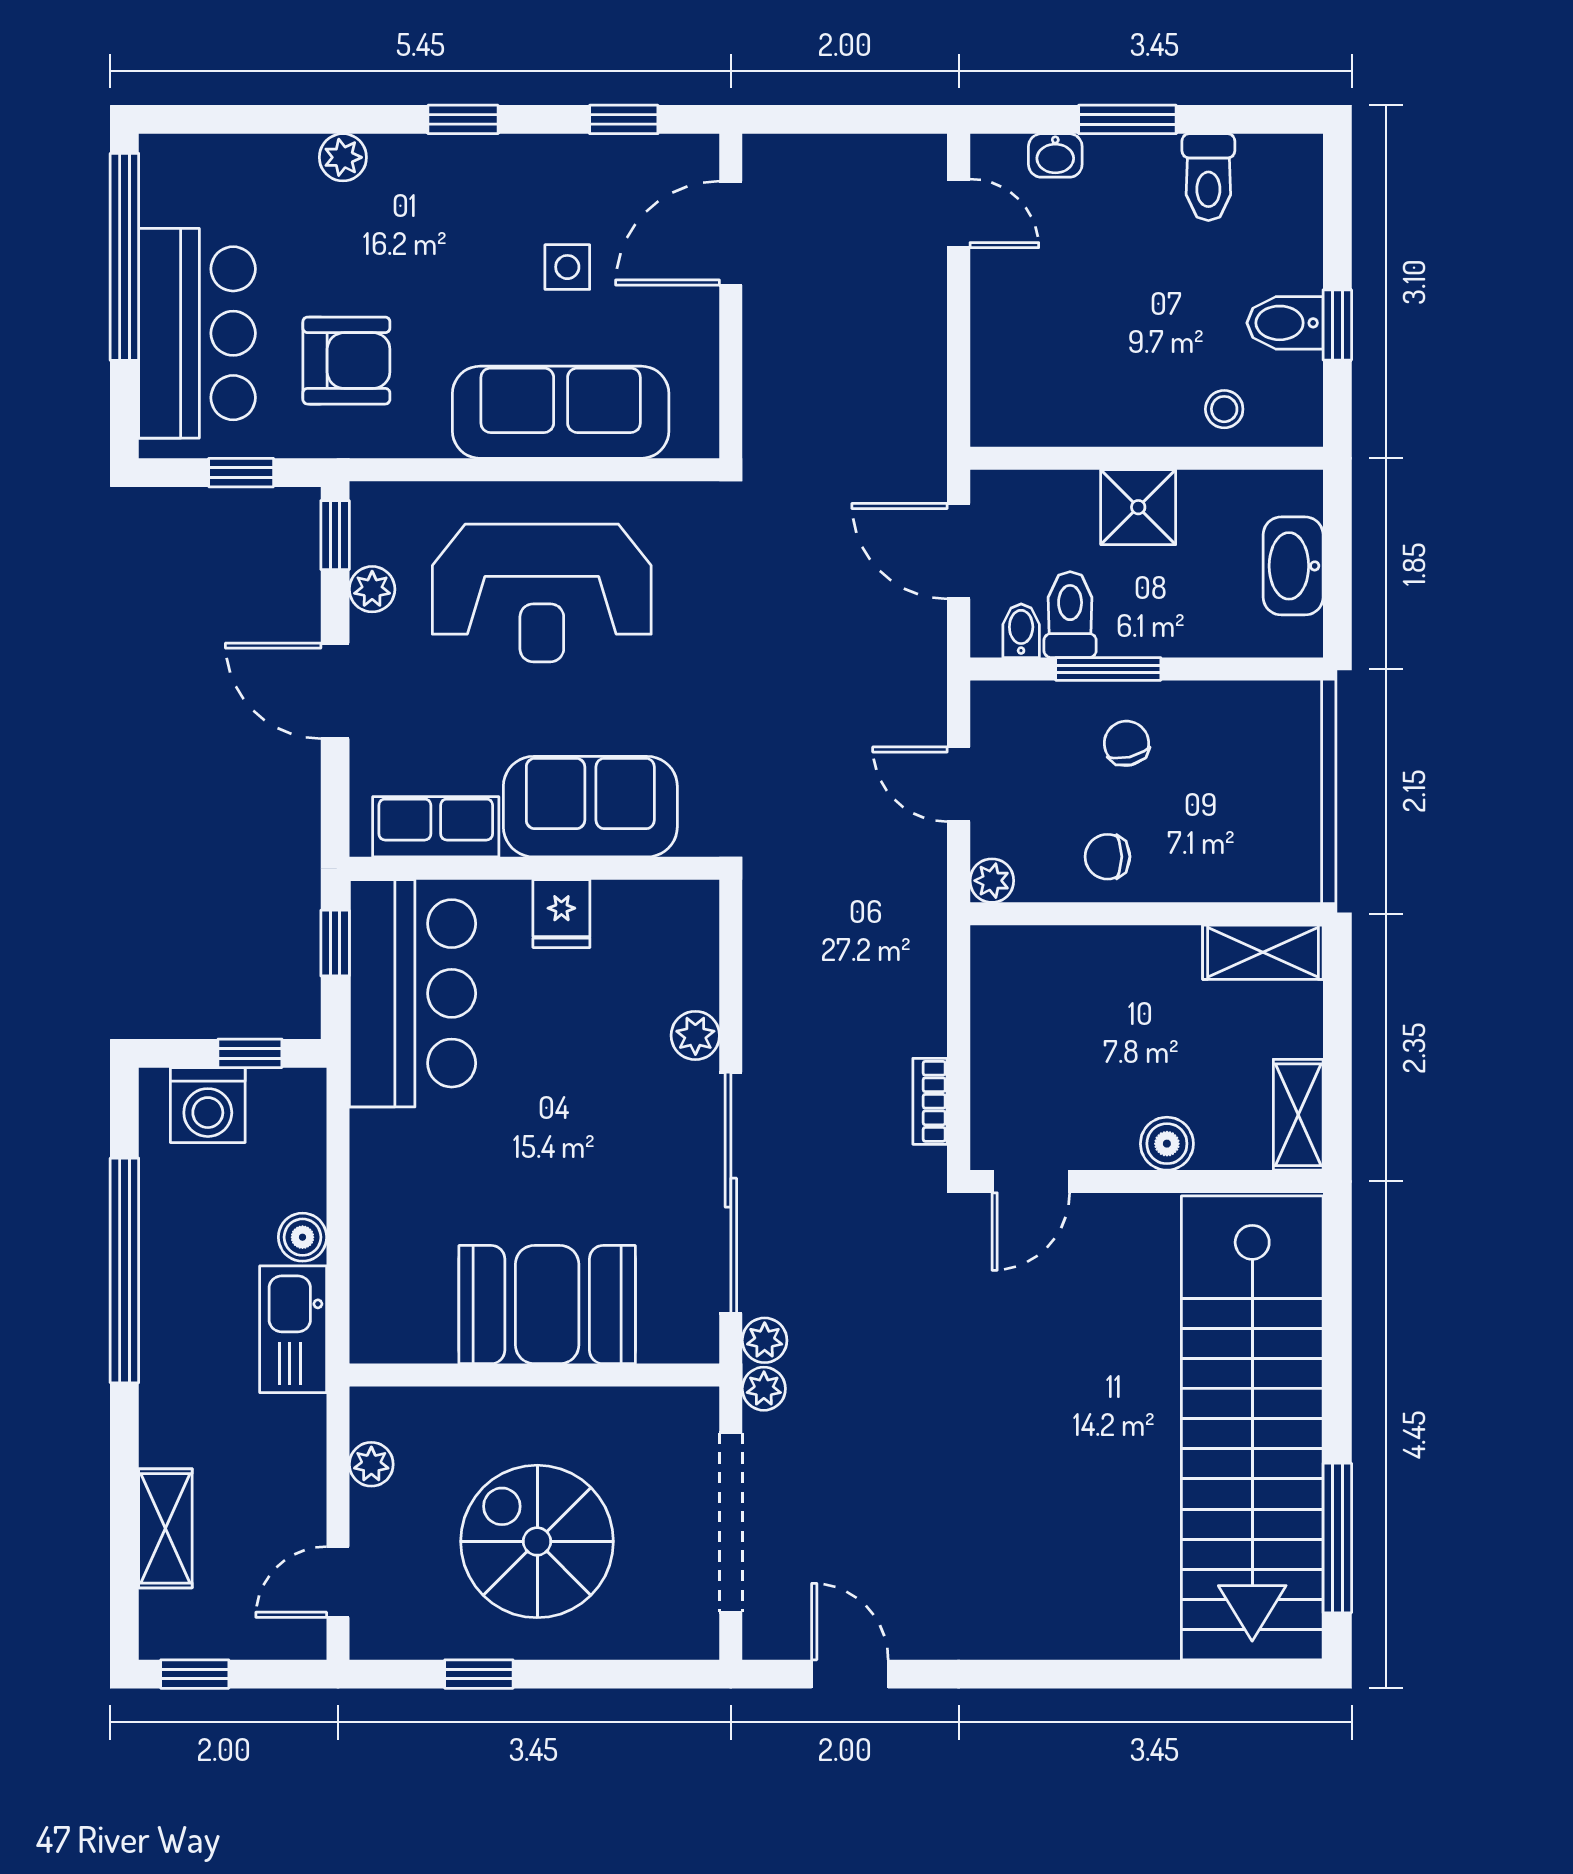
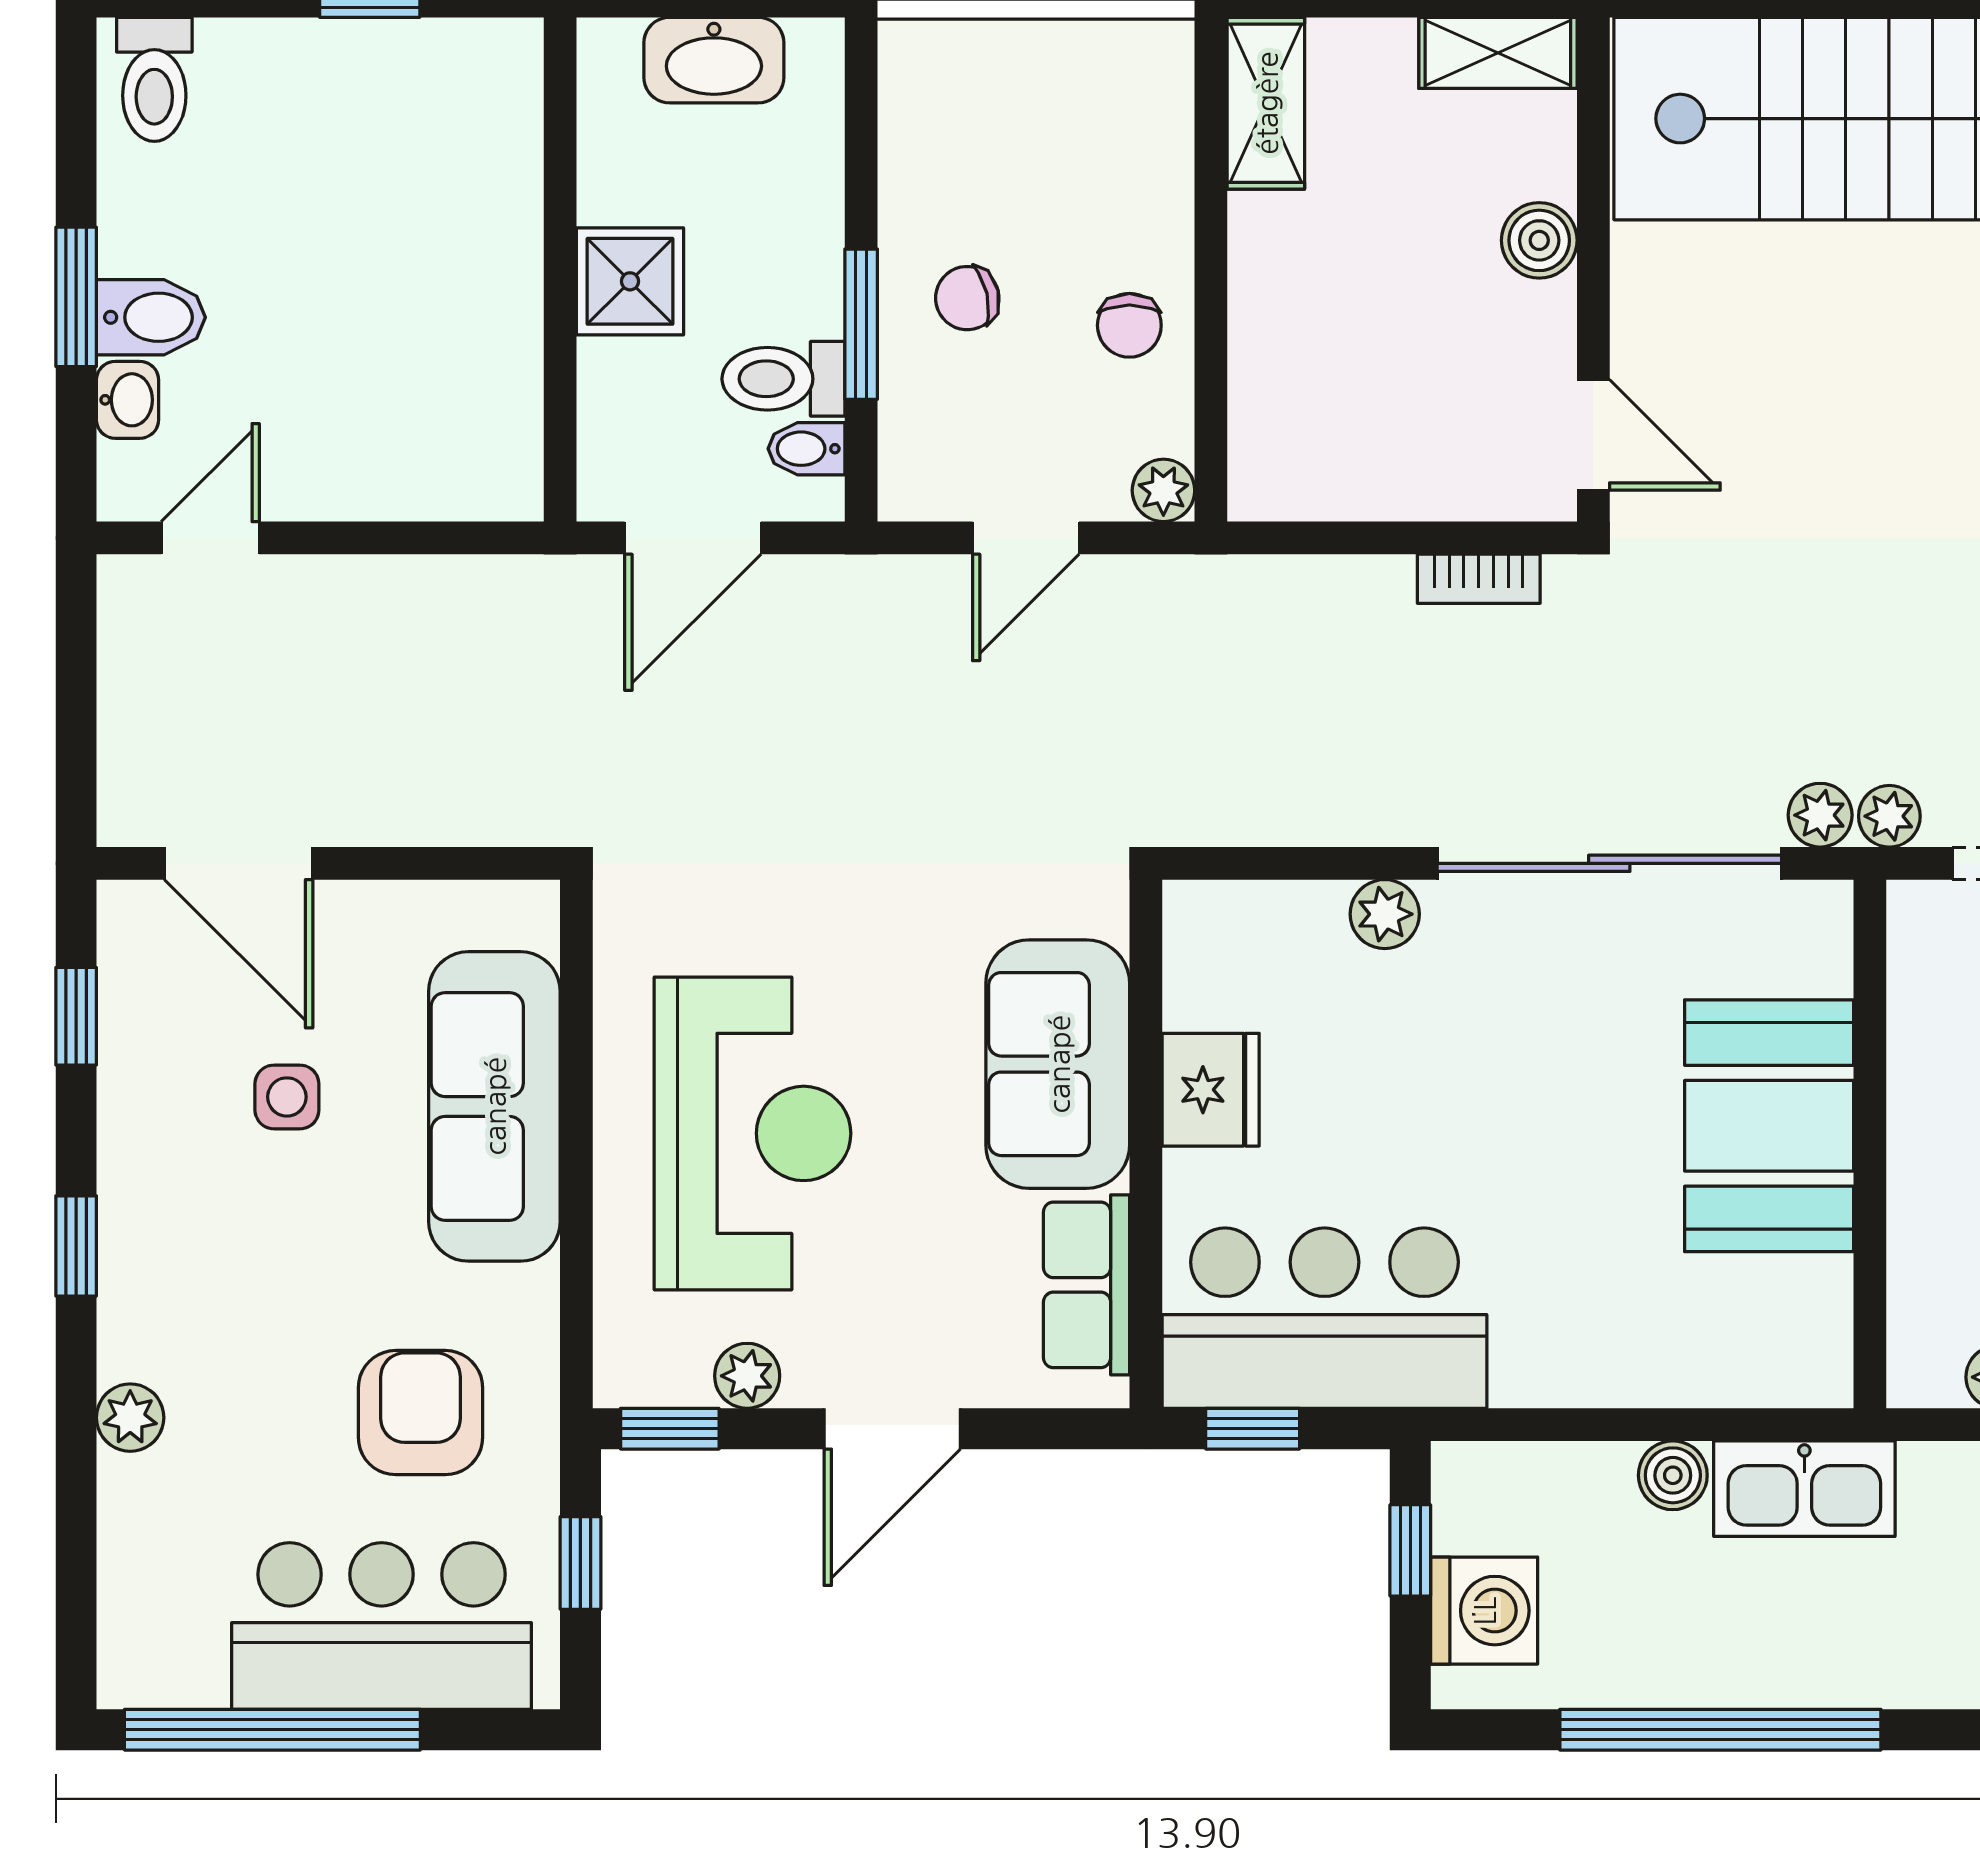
toilet: (1208, 177) -> (154, 79), moved, turned 90
bidet: (1285, 323) -> (151, 317), moved, turned -90
stool: (1224, 409) -> (490, 159), removed
fridge: (561, 914) -> (1211, 1090), width x1.38

